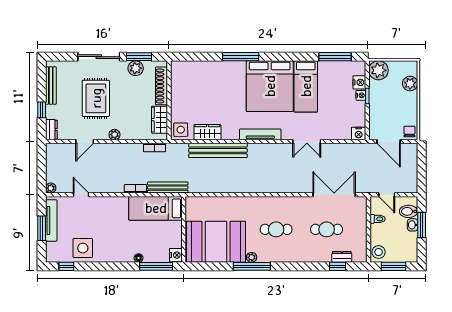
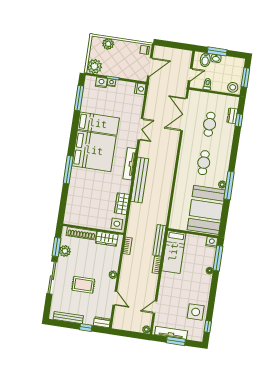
rug: (96, 98) -> (83, 285), width x0.73, depth x0.70
bench: (218, 150) -> (140, 180), moved

